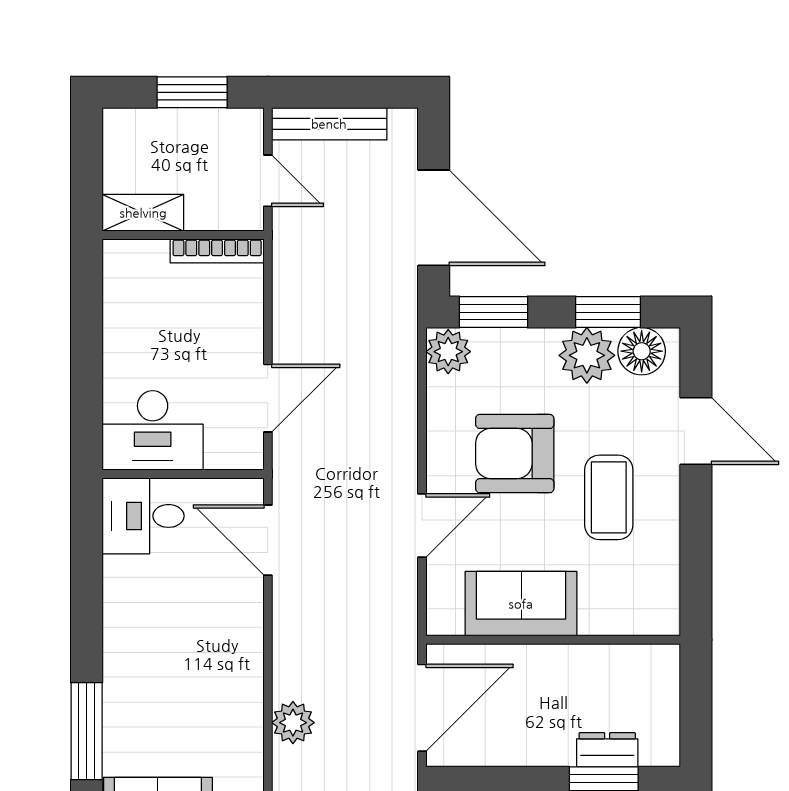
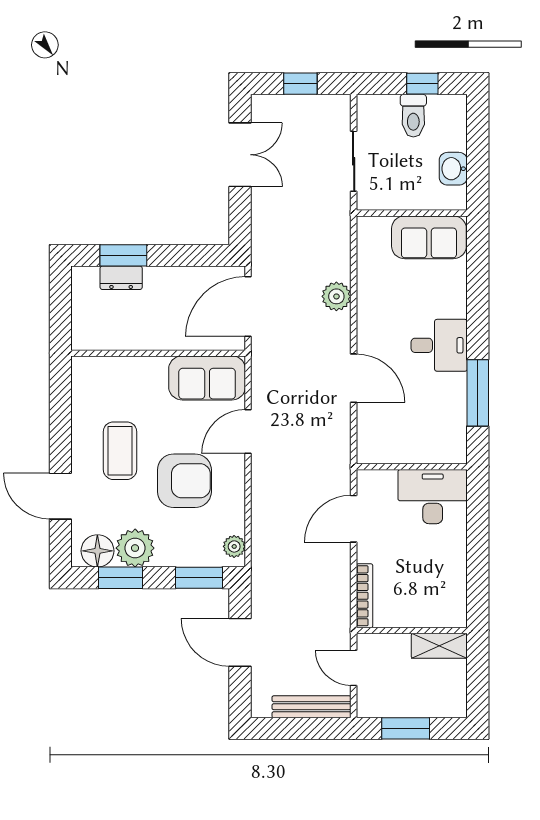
door: (434, 218) -> (240, 642), width x0.73
bookcase: (217, 251) -> (365, 596), moved, turned 90
plant: (448, 352) -> (234, 546), width x0.73, depth x0.73
desk: (143, 516) -> (439, 345), moved
door: (268, 540) -> (354, 378), moved
sofa: (521, 604) -> (207, 378), moved
window: (87, 731) -> (478, 393), moved

